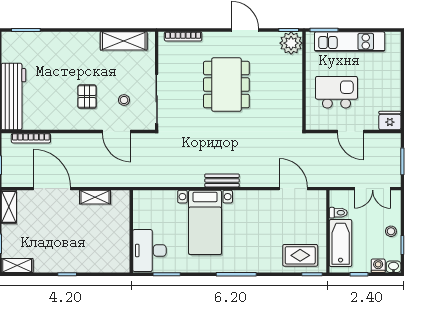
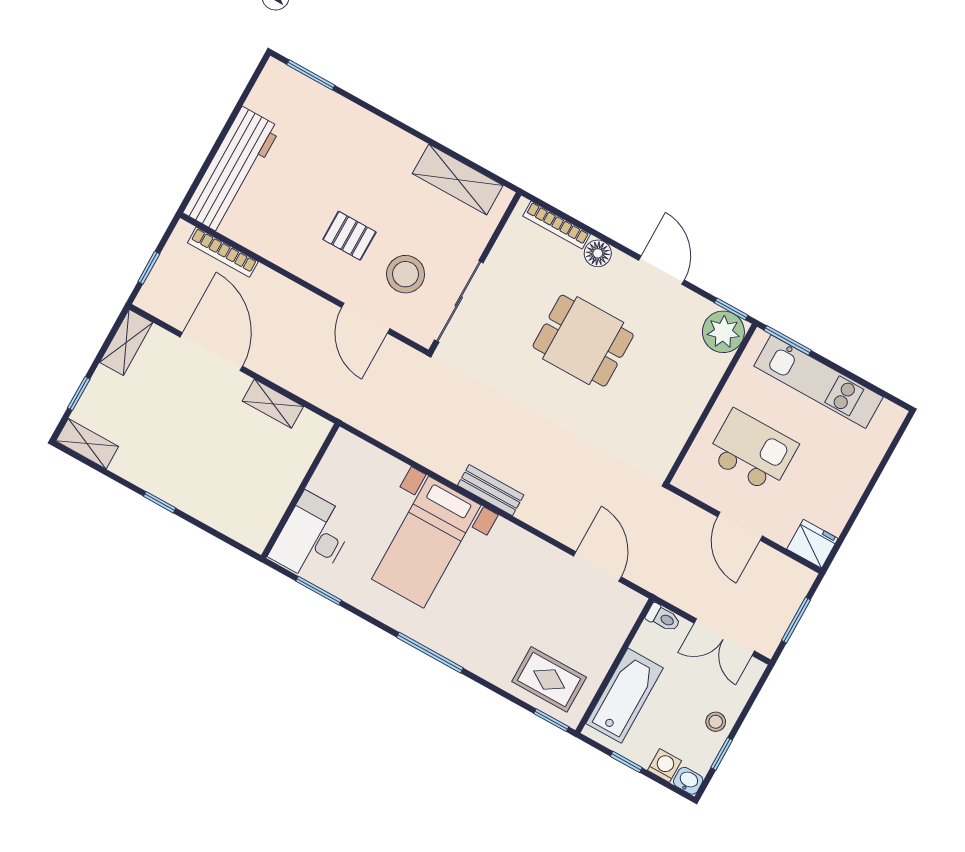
floor lamp: (210, 39) -> (598, 253), added
dining table: (226, 85) -> (583, 341), width x0.73
pallet: (87, 97) -> (349, 236), turned 90
stool: (124, 100) -> (406, 274), width x1.89, depth x1.89
toilet: (338, 213) -> (663, 618), moved

